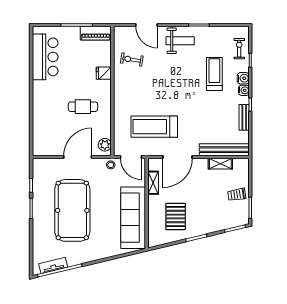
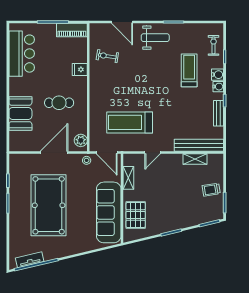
booth: (44, 118) -> (20, 113), added
door: (178, 157) -> (153, 153), width x0.53
pallet: (176, 217) -> (136, 215), moved

